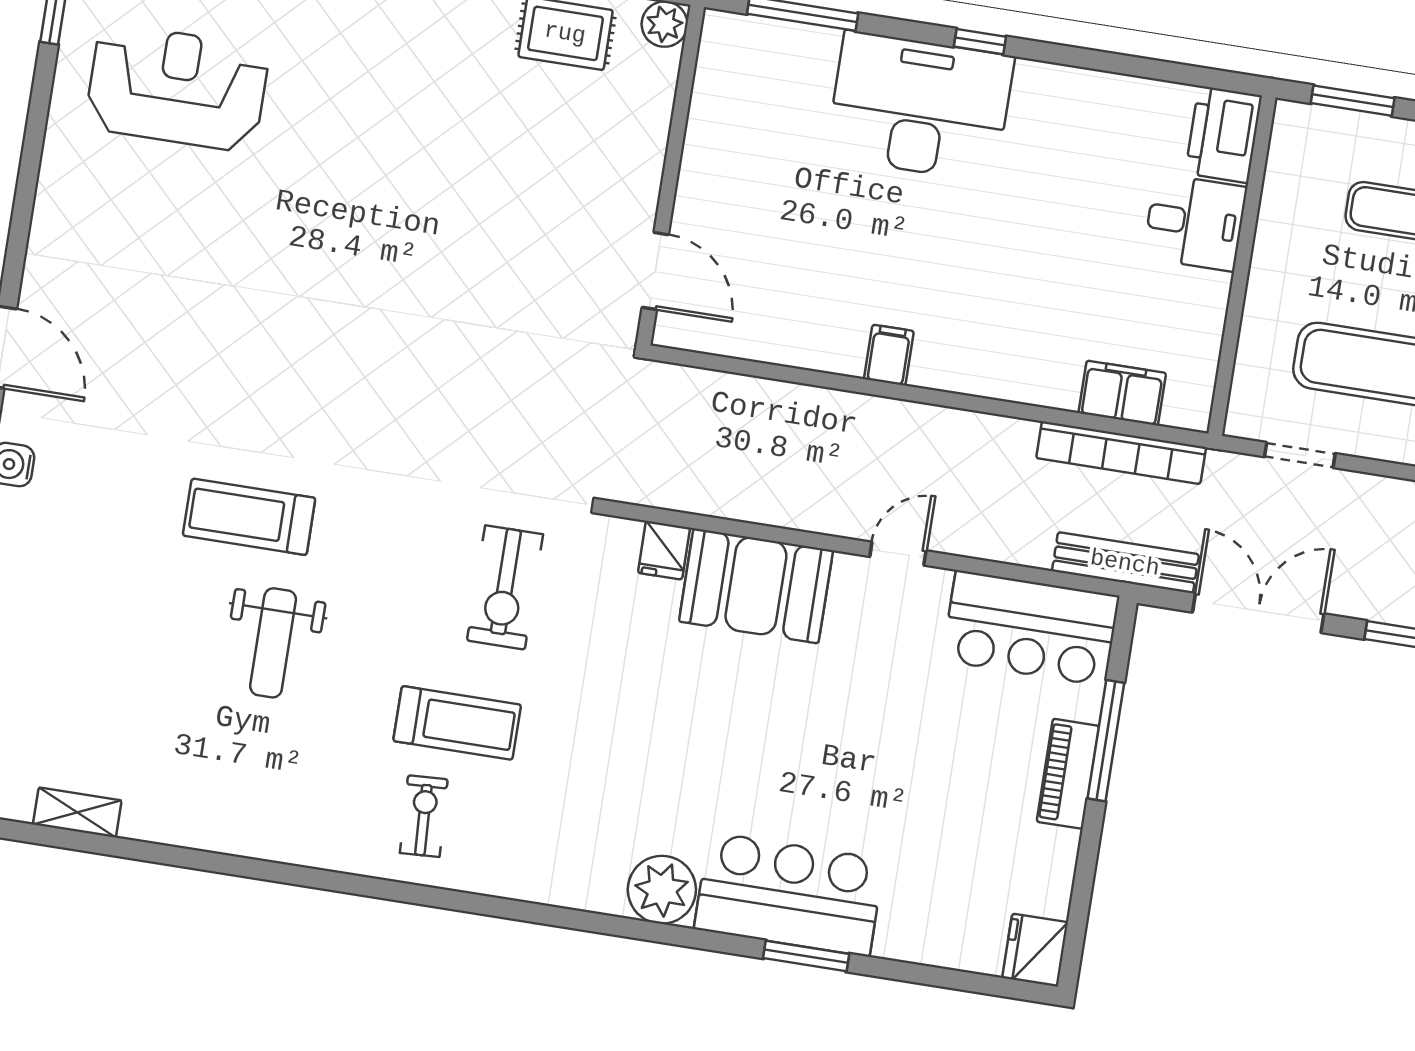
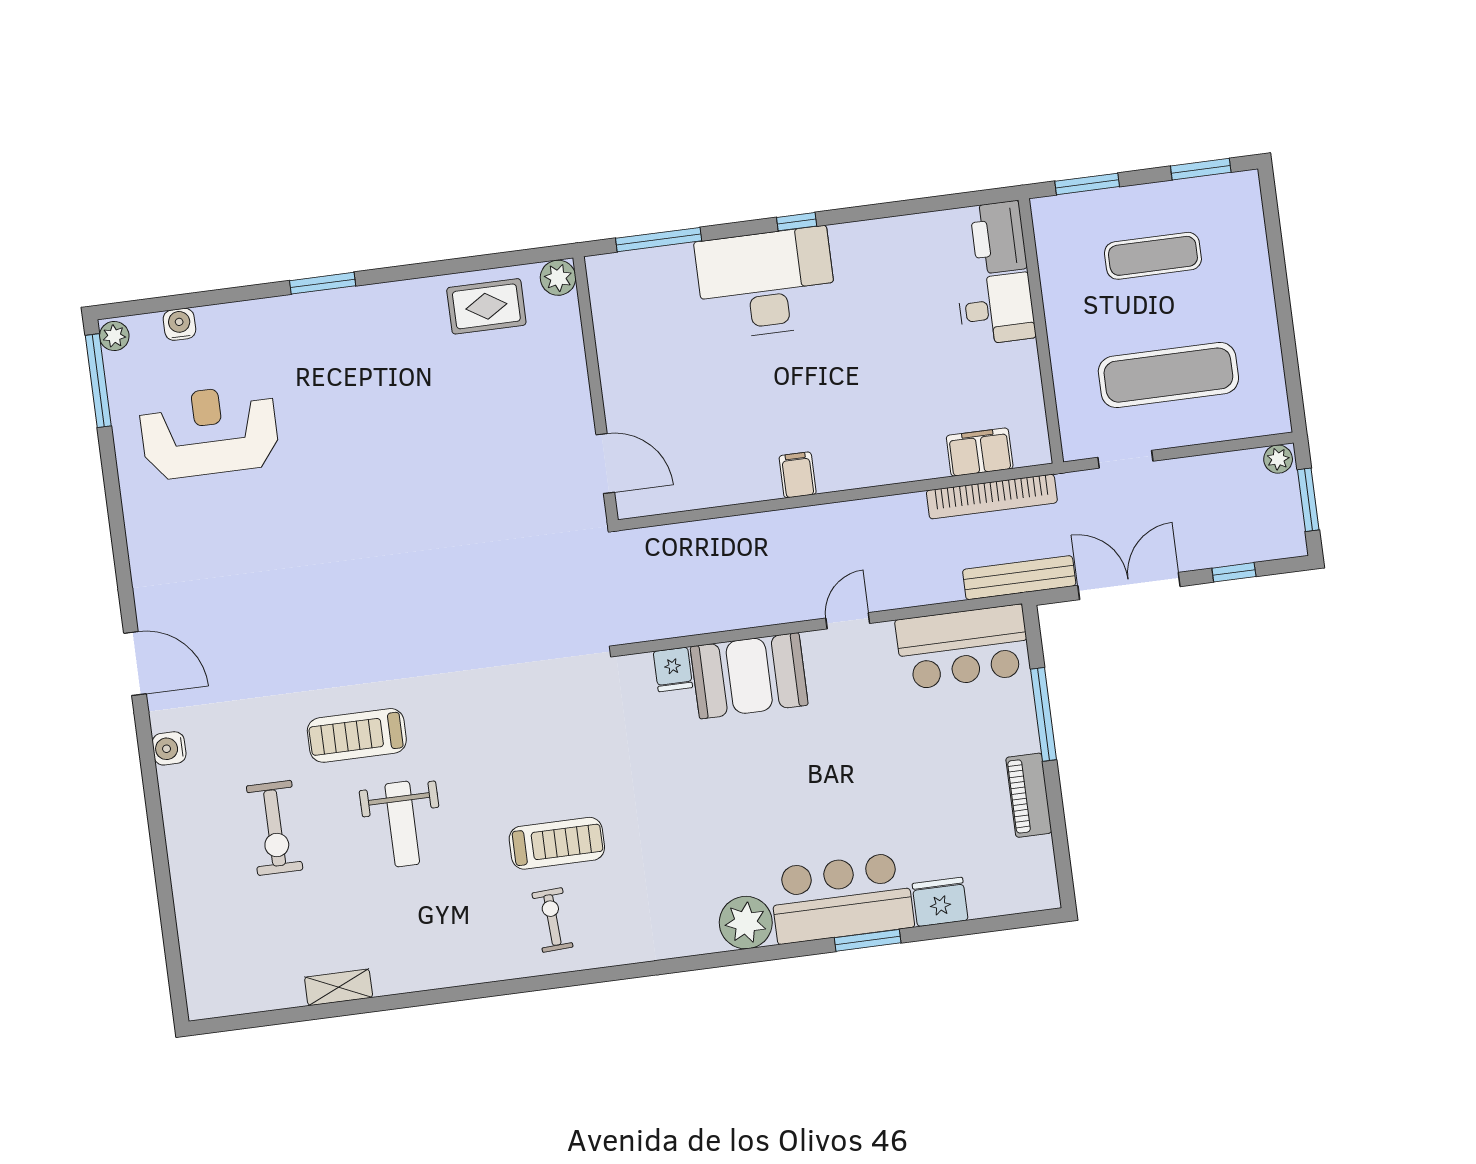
exercise bike: (505, 587) -> (275, 828), moved
piano: (1068, 774) -> (1029, 795), moved
shelving: (77, 812) -> (339, 987), moved
fridge: (1035, 950) -> (940, 902), moved, turned 90

